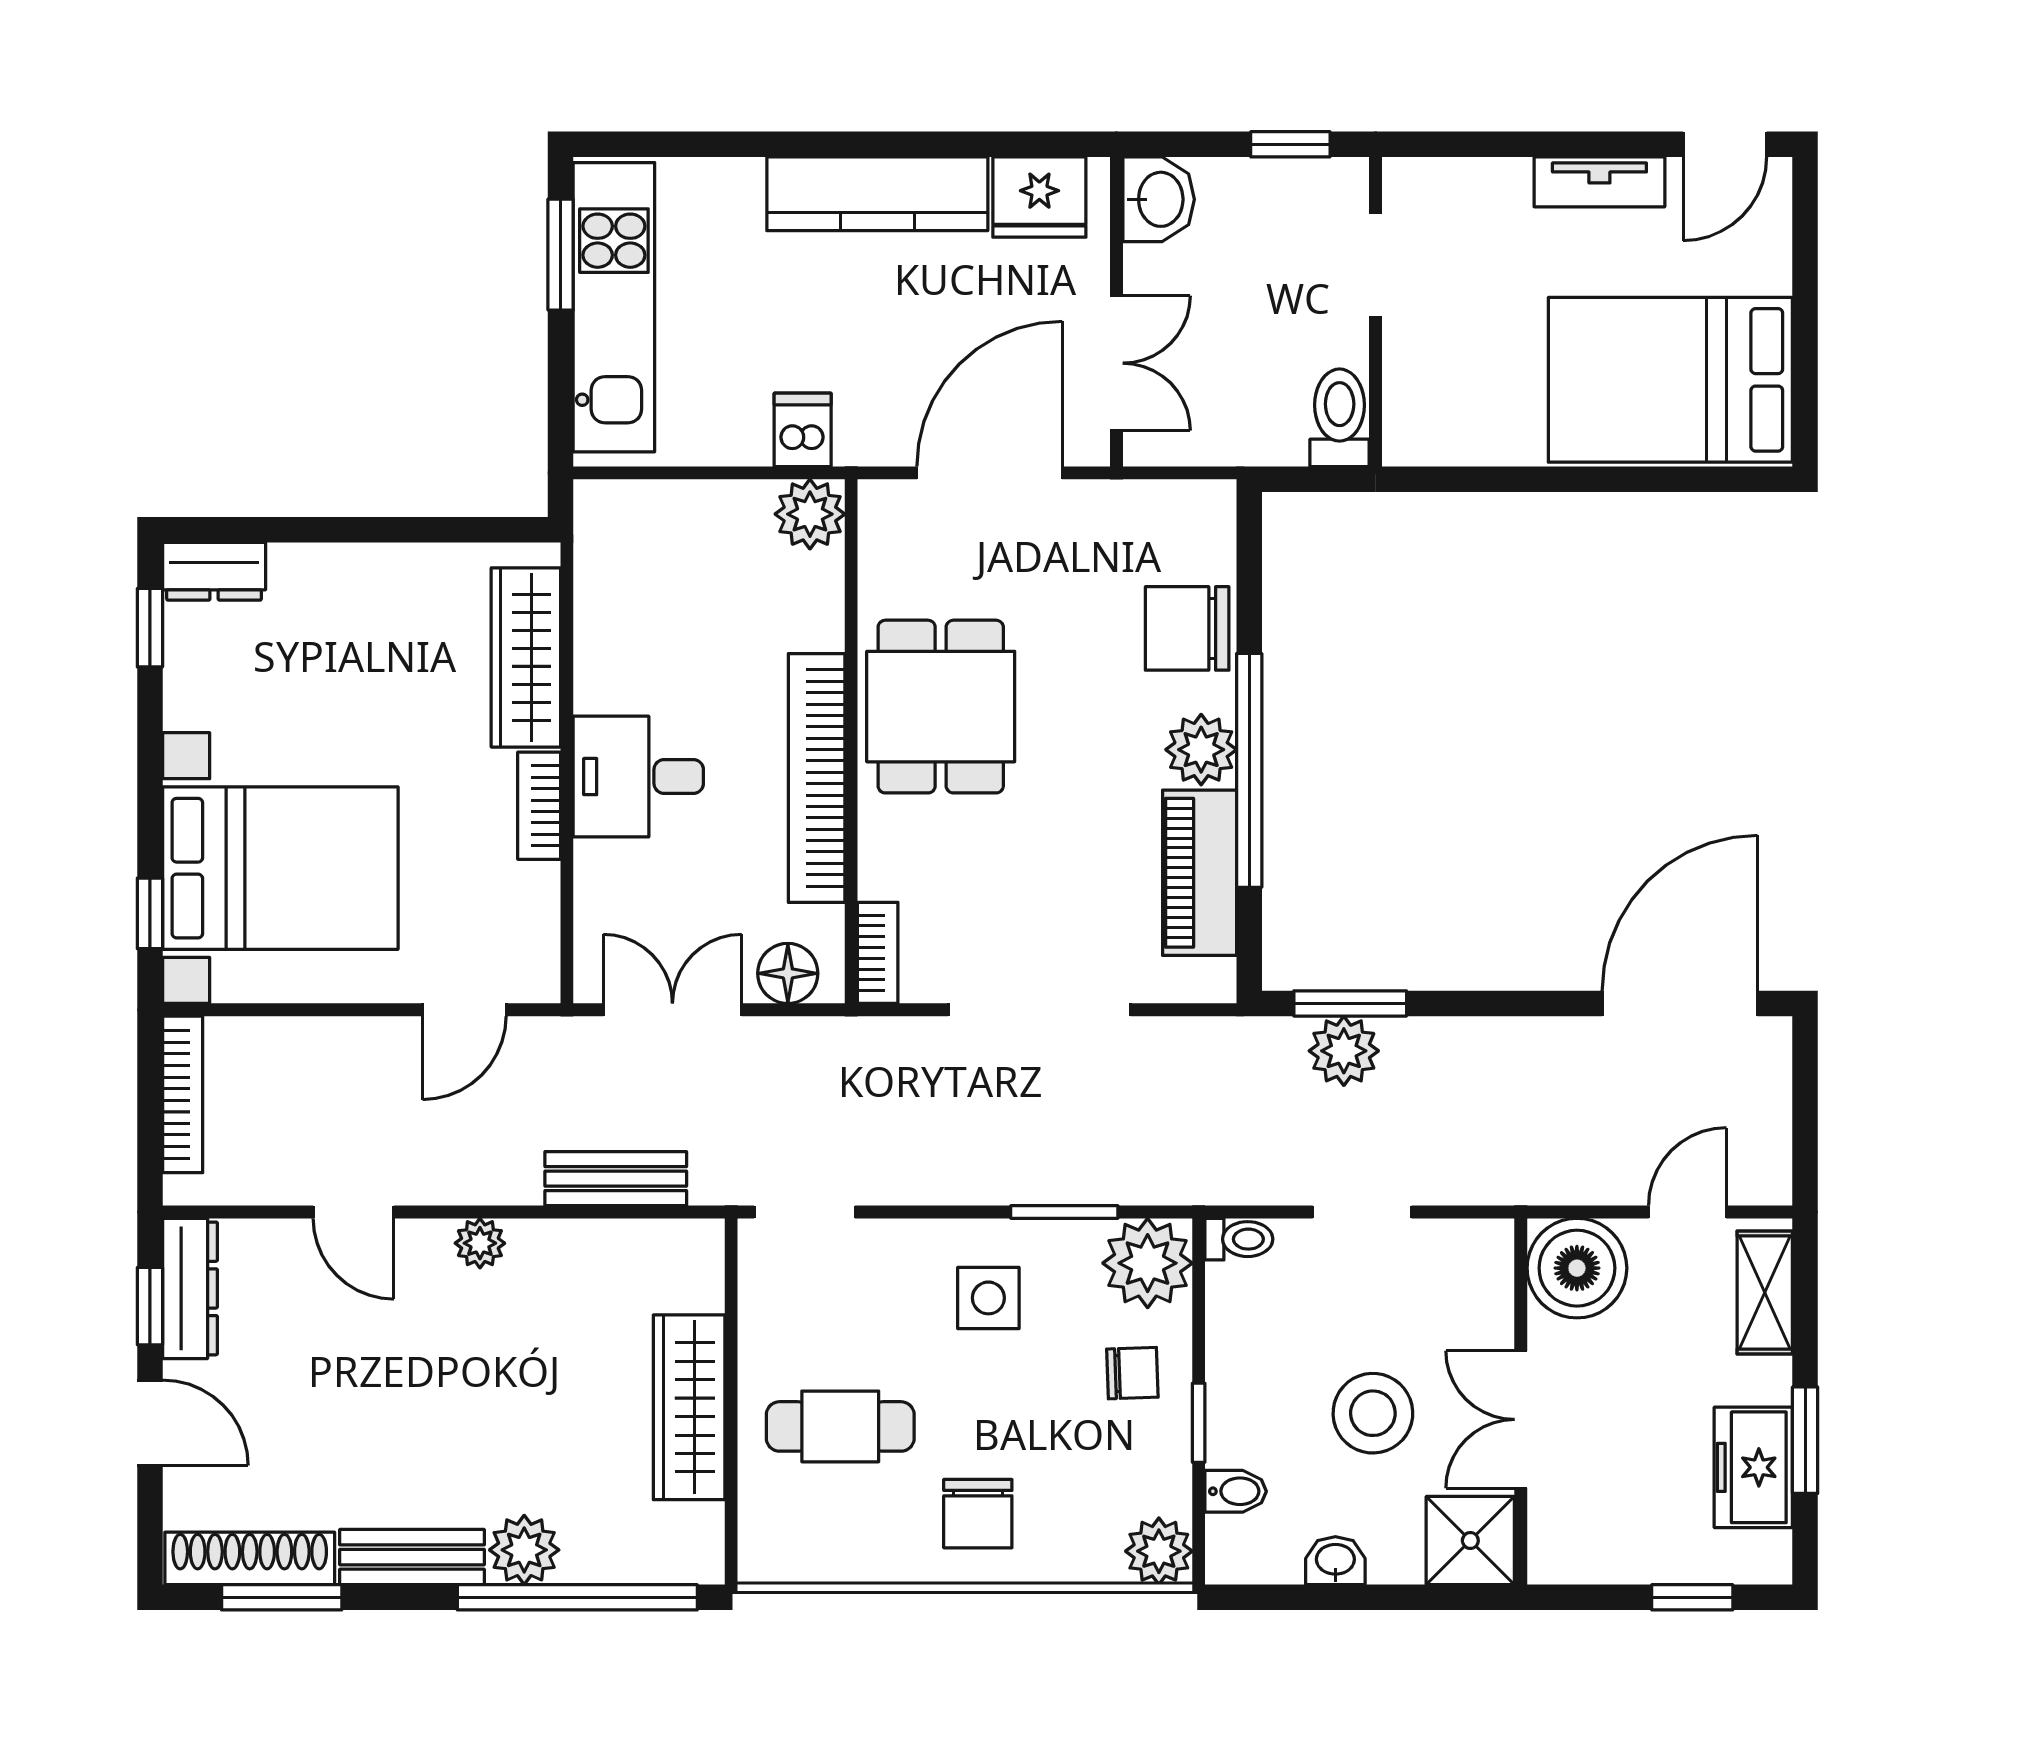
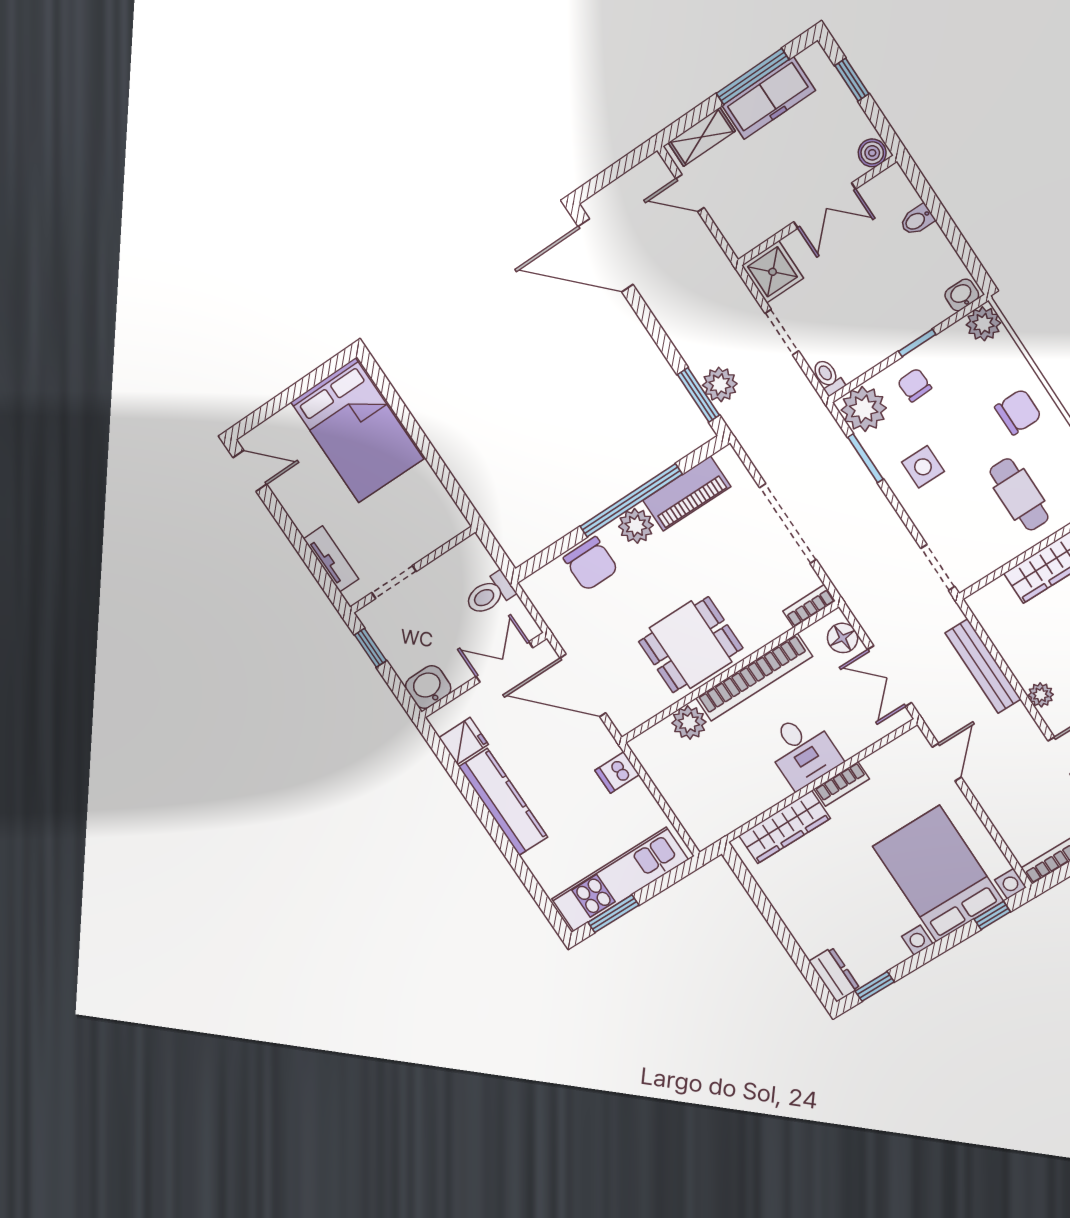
tv unit: (1599, 182) -> (331, 559), moved
fridge: (1039, 197) -> (464, 741), width x0.72
toilet: (1340, 418) -> (490, 594), moved
plant: (810, 514) -> (689, 723), moved
door: (464, 1010) -> (947, 762), hinge flipped
bench: (616, 1179) -> (983, 666), width x1.36
boiler: (1577, 1268) -> (872, 153), moved, width x0.54, depth x0.54
stool: (1373, 1413) -> (864, 271), removed
window: (1805, 1440) -> (753, 76), width x1.44
freezer: (1753, 1467) -> (769, 98), width x1.40
bidet: (1236, 1491) -> (917, 220), moved, turned -90
shower: (1470, 1541) -> (773, 272), moved
washbasin: (1335, 1561) -> (962, 295), moved, turned 90

